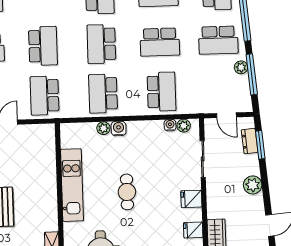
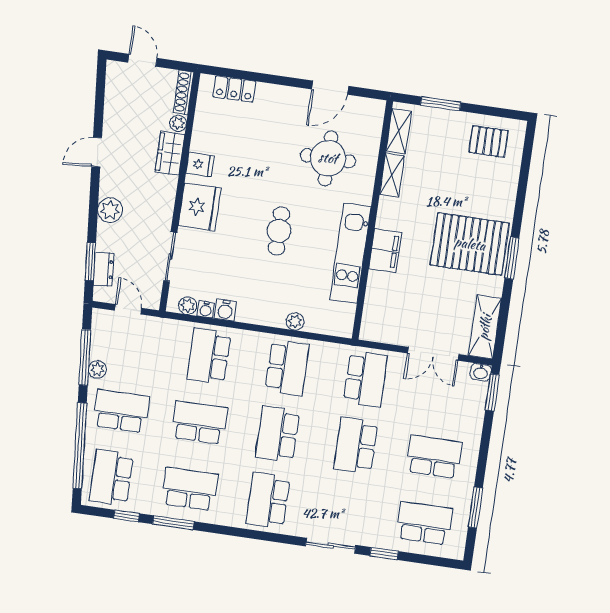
school desk: (101, 44) -> (278, 434), turned 180
water cooler: (119, 129) -> (225, 310), moved
filing cabinet: (47, 192) -> (385, 251), added
fridge: (191, 199) -> (200, 207), width x1.88, depth x1.34

